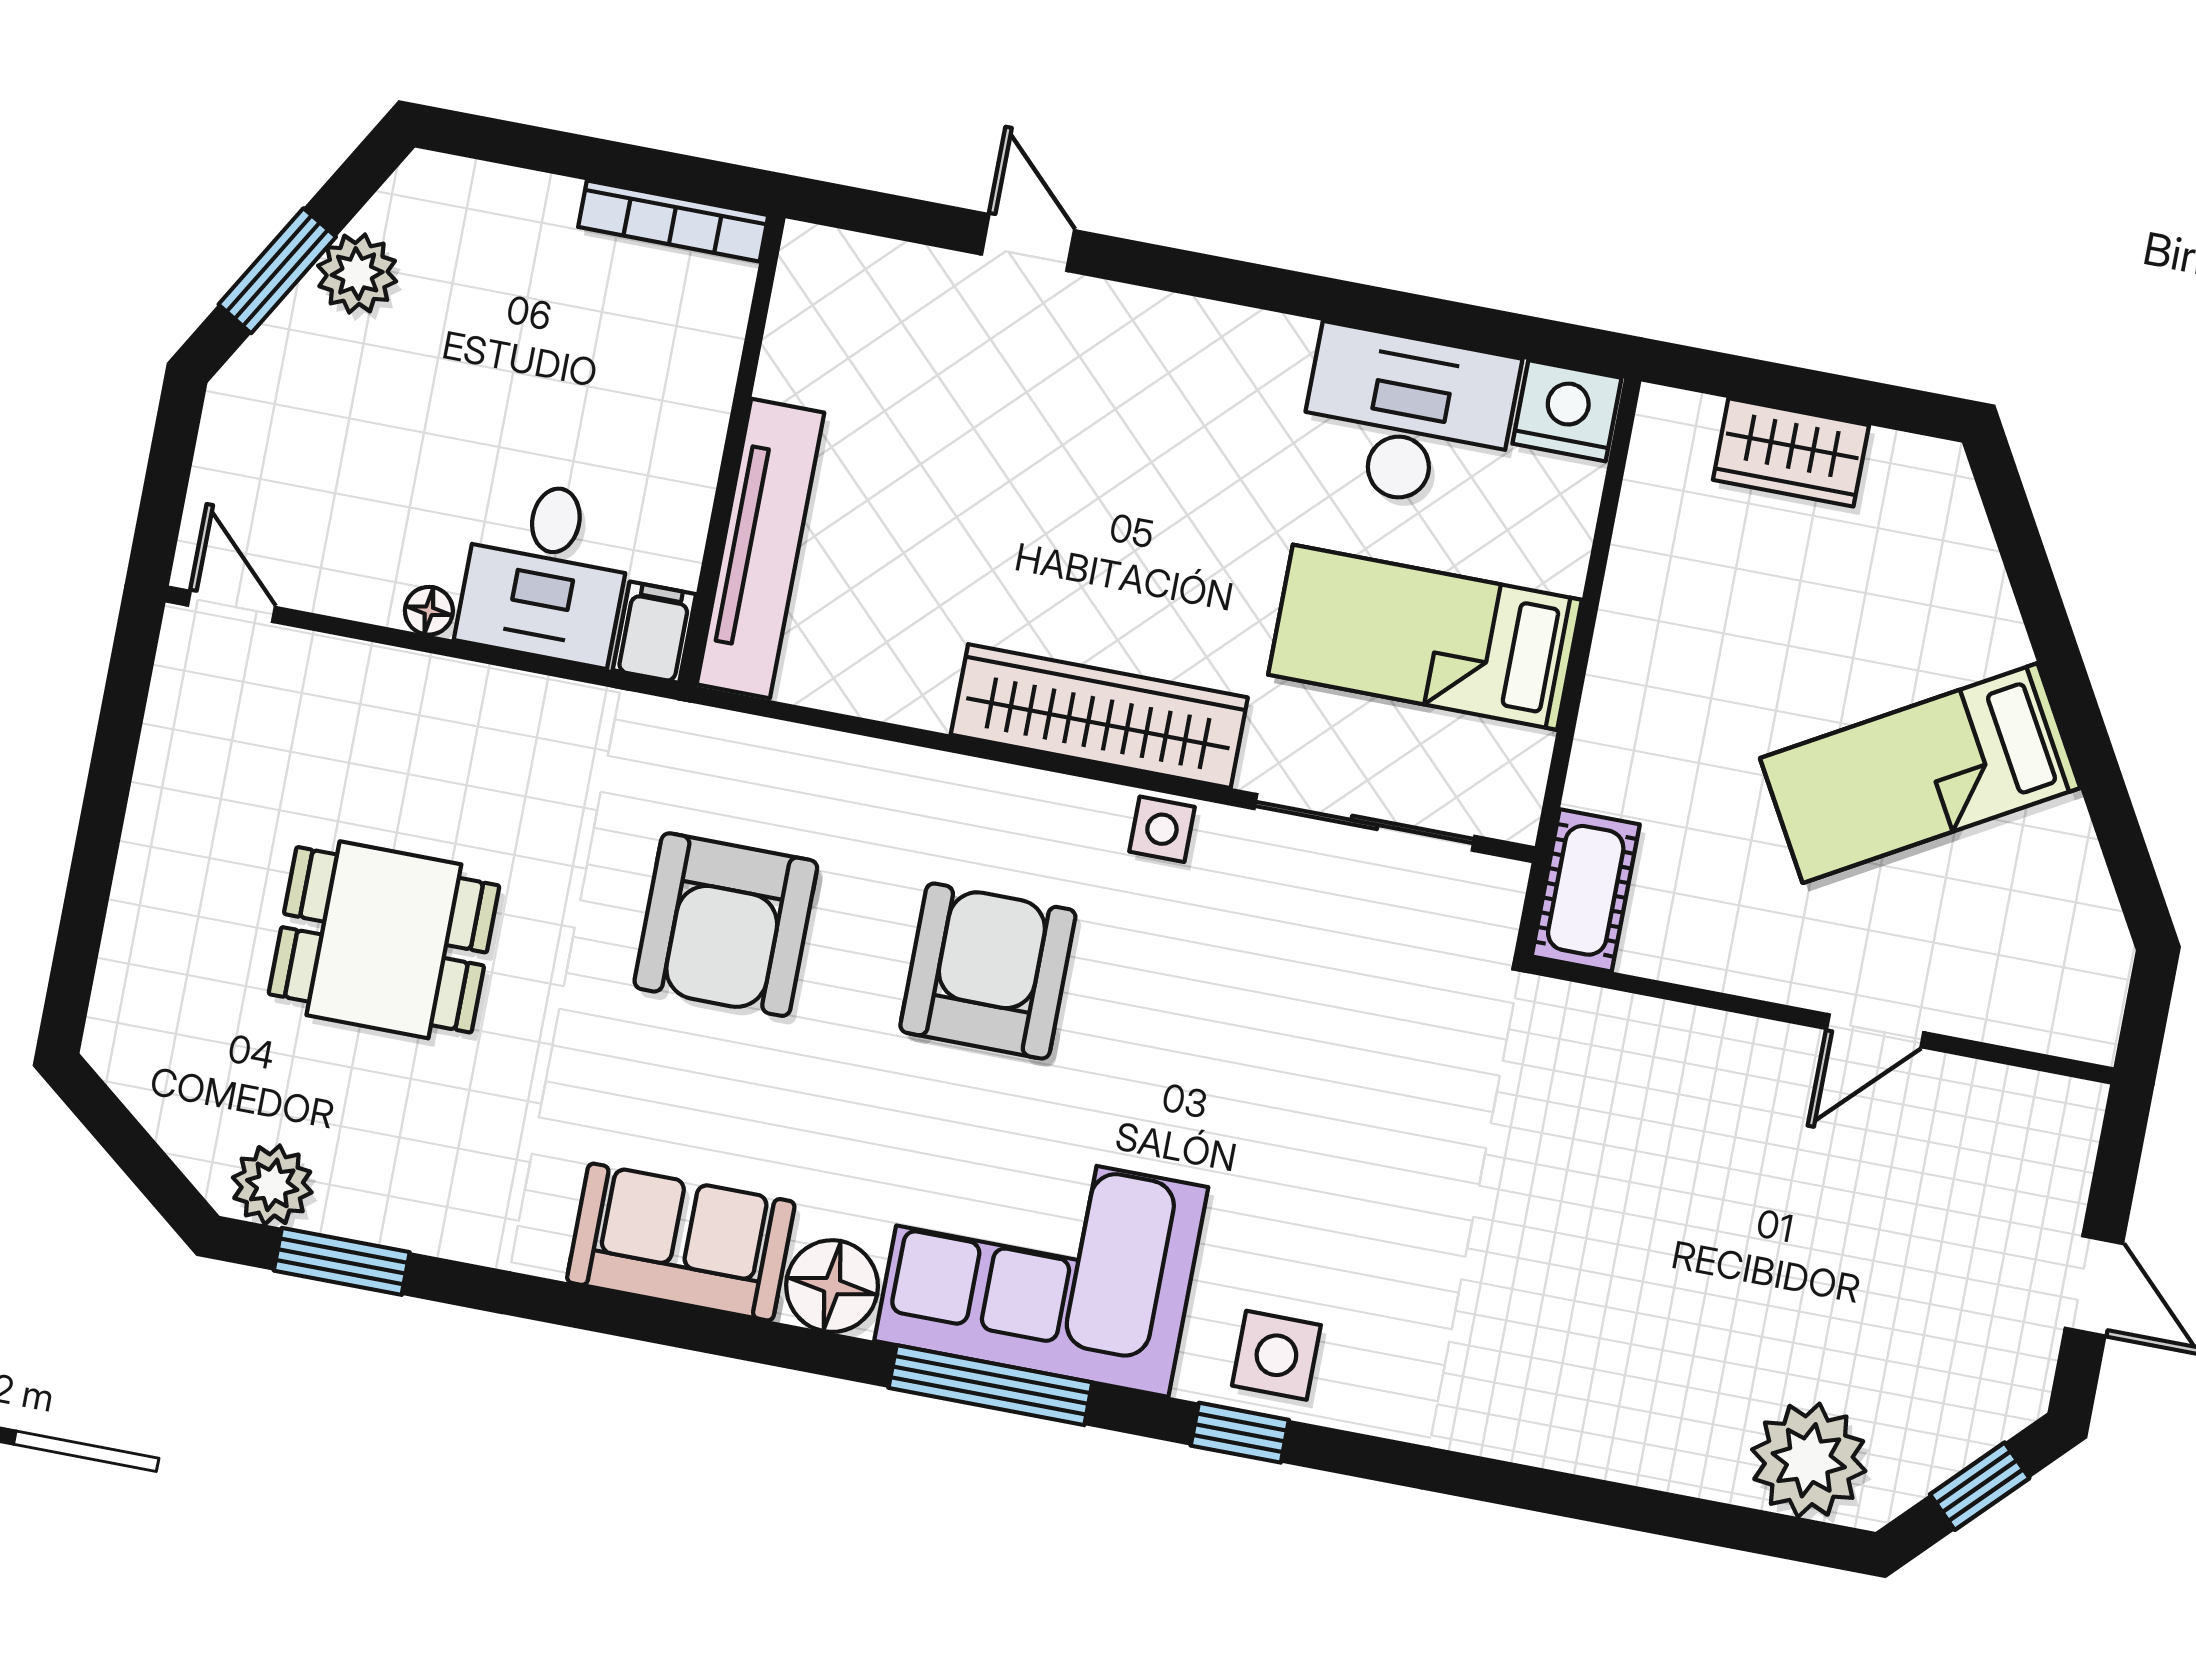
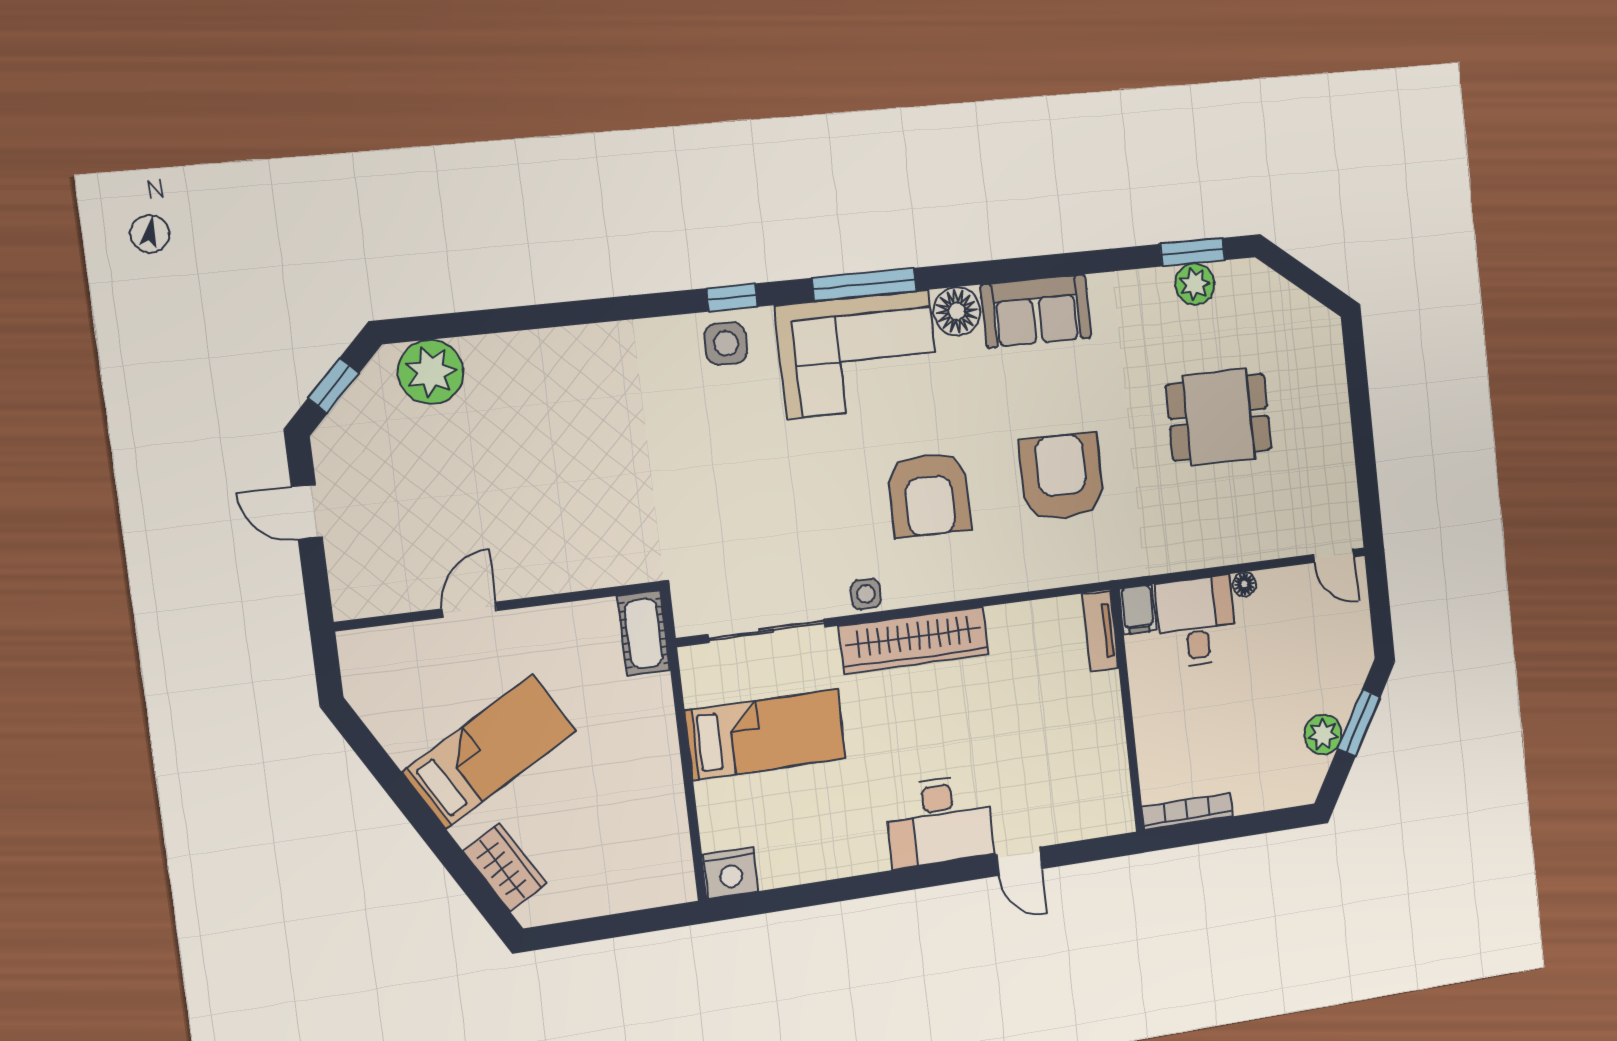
desk: (1408, 418) -> (939, 821), moved
wardrobe: (1791, 452) -> (505, 867), moved, turned 60
tv unit: (760, 548) -> (1100, 631), width x0.52, depth x0.78
plant: (272, 1185) -> (1195, 284), moved

